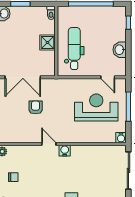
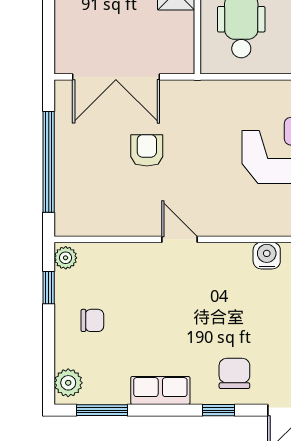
water cooler: (65, 151) -> (267, 256), moved

